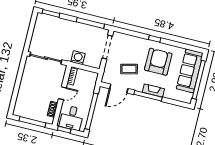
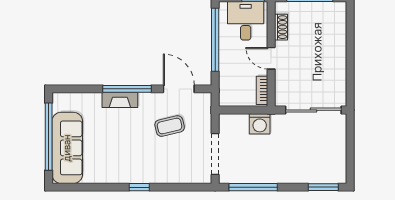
armchair: (158, 62) -> (124, 150), removed
door: (119, 89) -> (179, 89), hinge flipped
door: (62, 93) -> (271, 58), hinge flipped

